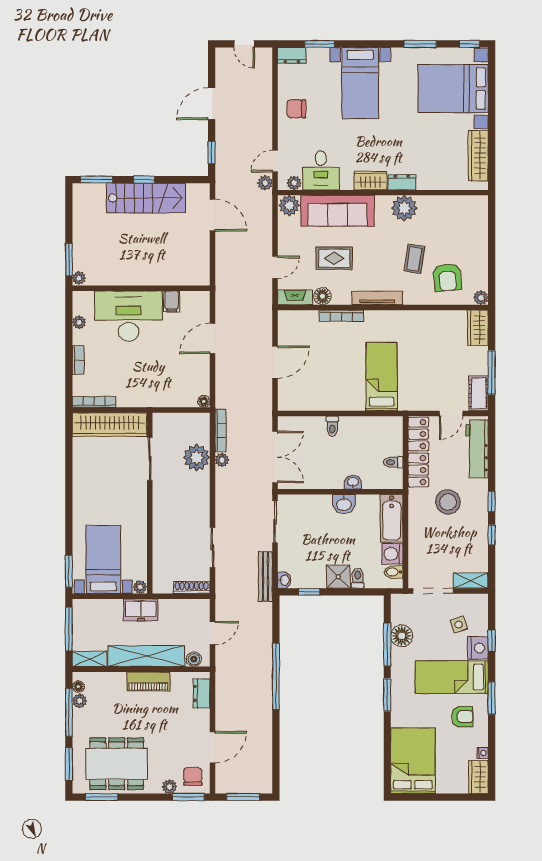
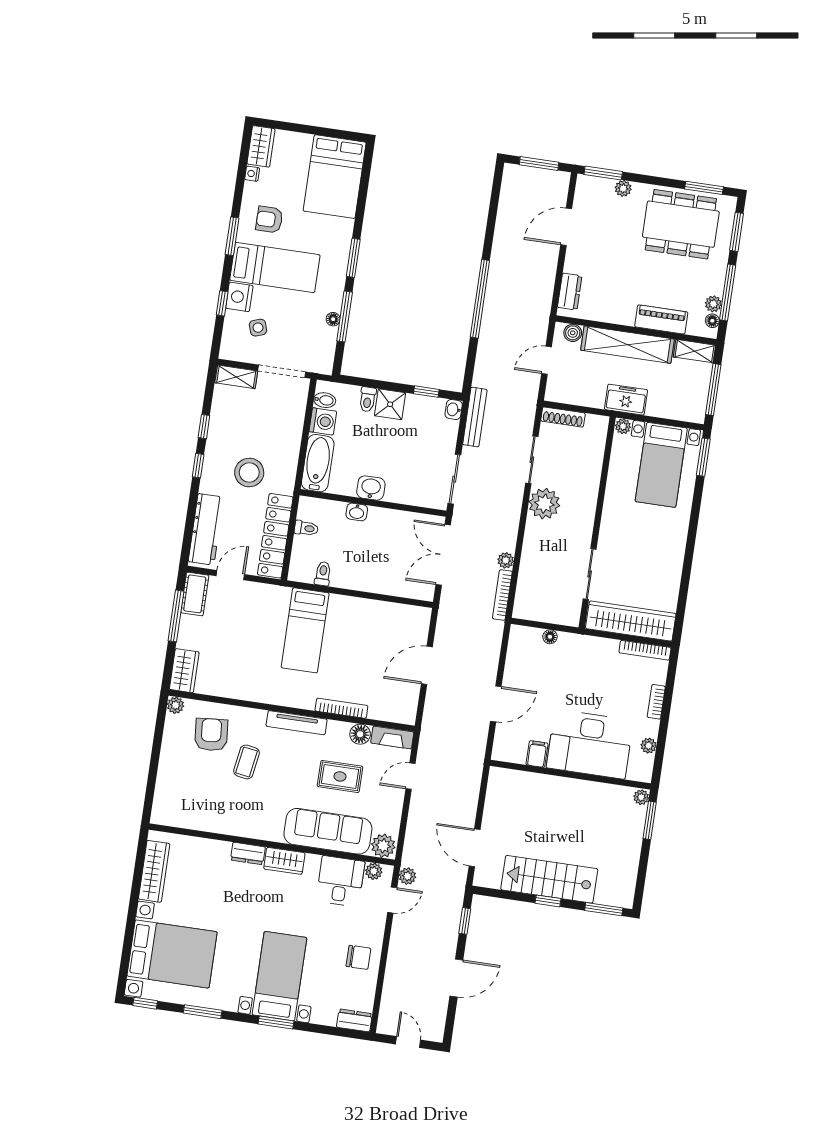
window: (320, 44) -> (276, 1022), moved
plant: (404, 208) -> (250, 823), removed
floor lamp: (204, 401) -> (550, 637), moved
toilet: (332, 426) -> (323, 574), moved
plant: (197, 457) -> (544, 504), moved
floor lamp: (402, 636) -> (333, 319), width x0.53, depth x0.53
piano: (148, 681) -> (661, 319), moved
chair: (193, 776) -> (594, 196), removed

